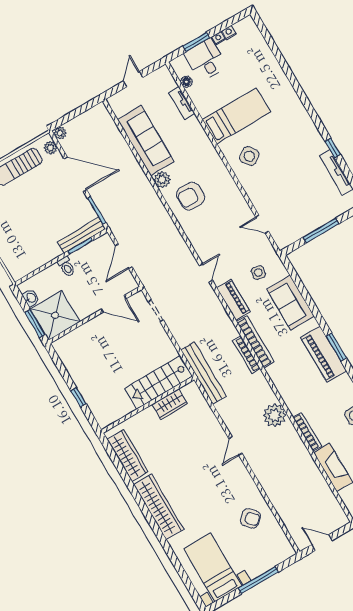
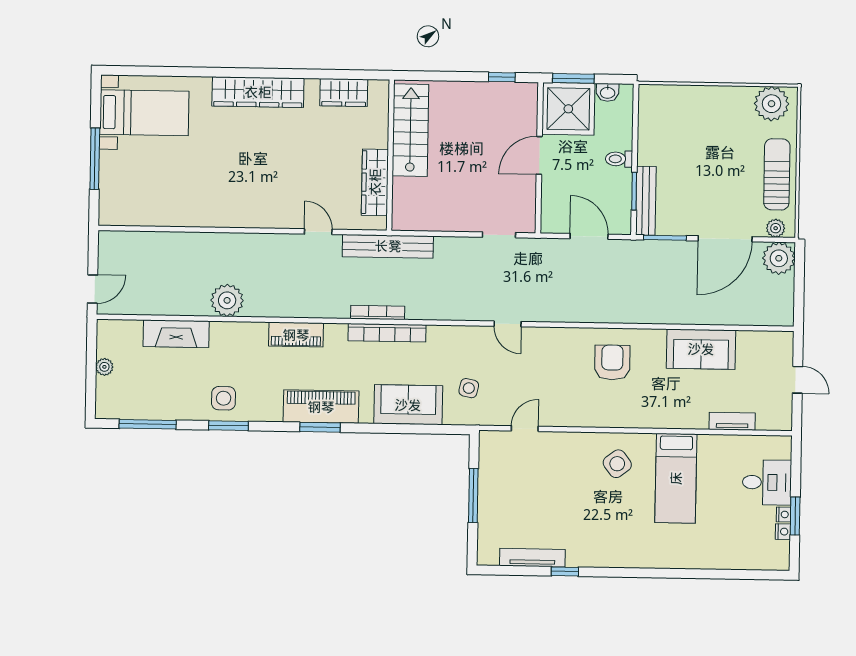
window: (196, 42) -> (795, 516), moved
floor lamp: (186, 82) -> (755, 443), removed
plant: (60, 133) -> (779, 258), width x1.88, depth x1.88
sofa: (146, 141) -> (701, 349), width x0.73
plant: (162, 180) -> (654, 340), removed
piano: (233, 300) -> (296, 335), moved
door: (114, 304) -> (539, 155), moved
stairs: (159, 382) -> (410, 130), moved
window: (78, 397) -> (502, 77), moved
wardrobe: (170, 404) -> (375, 182), width x1.50
plant: (275, 415) -> (227, 300), moved
bookcase: (307, 432) -> (239, 329), removed
door: (236, 446) -> (318, 232), moved
wardrobe: (128, 456) -> (344, 93), width x0.67
armchair: (250, 518) -> (176, 195), removed
door: (322, 543) -> (93, 289), moved

